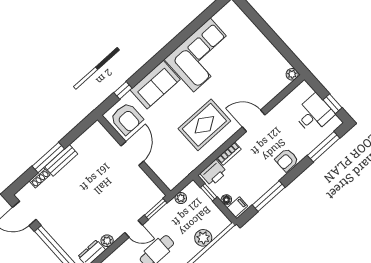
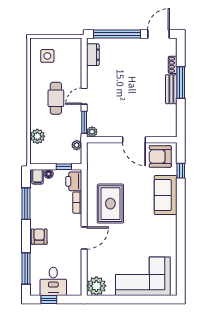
corner sofa: (202, 55) -> (143, 276), moved, turned 90
plant: (292, 74) -> (96, 286), width x1.88, depth x1.88
plant: (107, 241) -> (92, 132), moved

